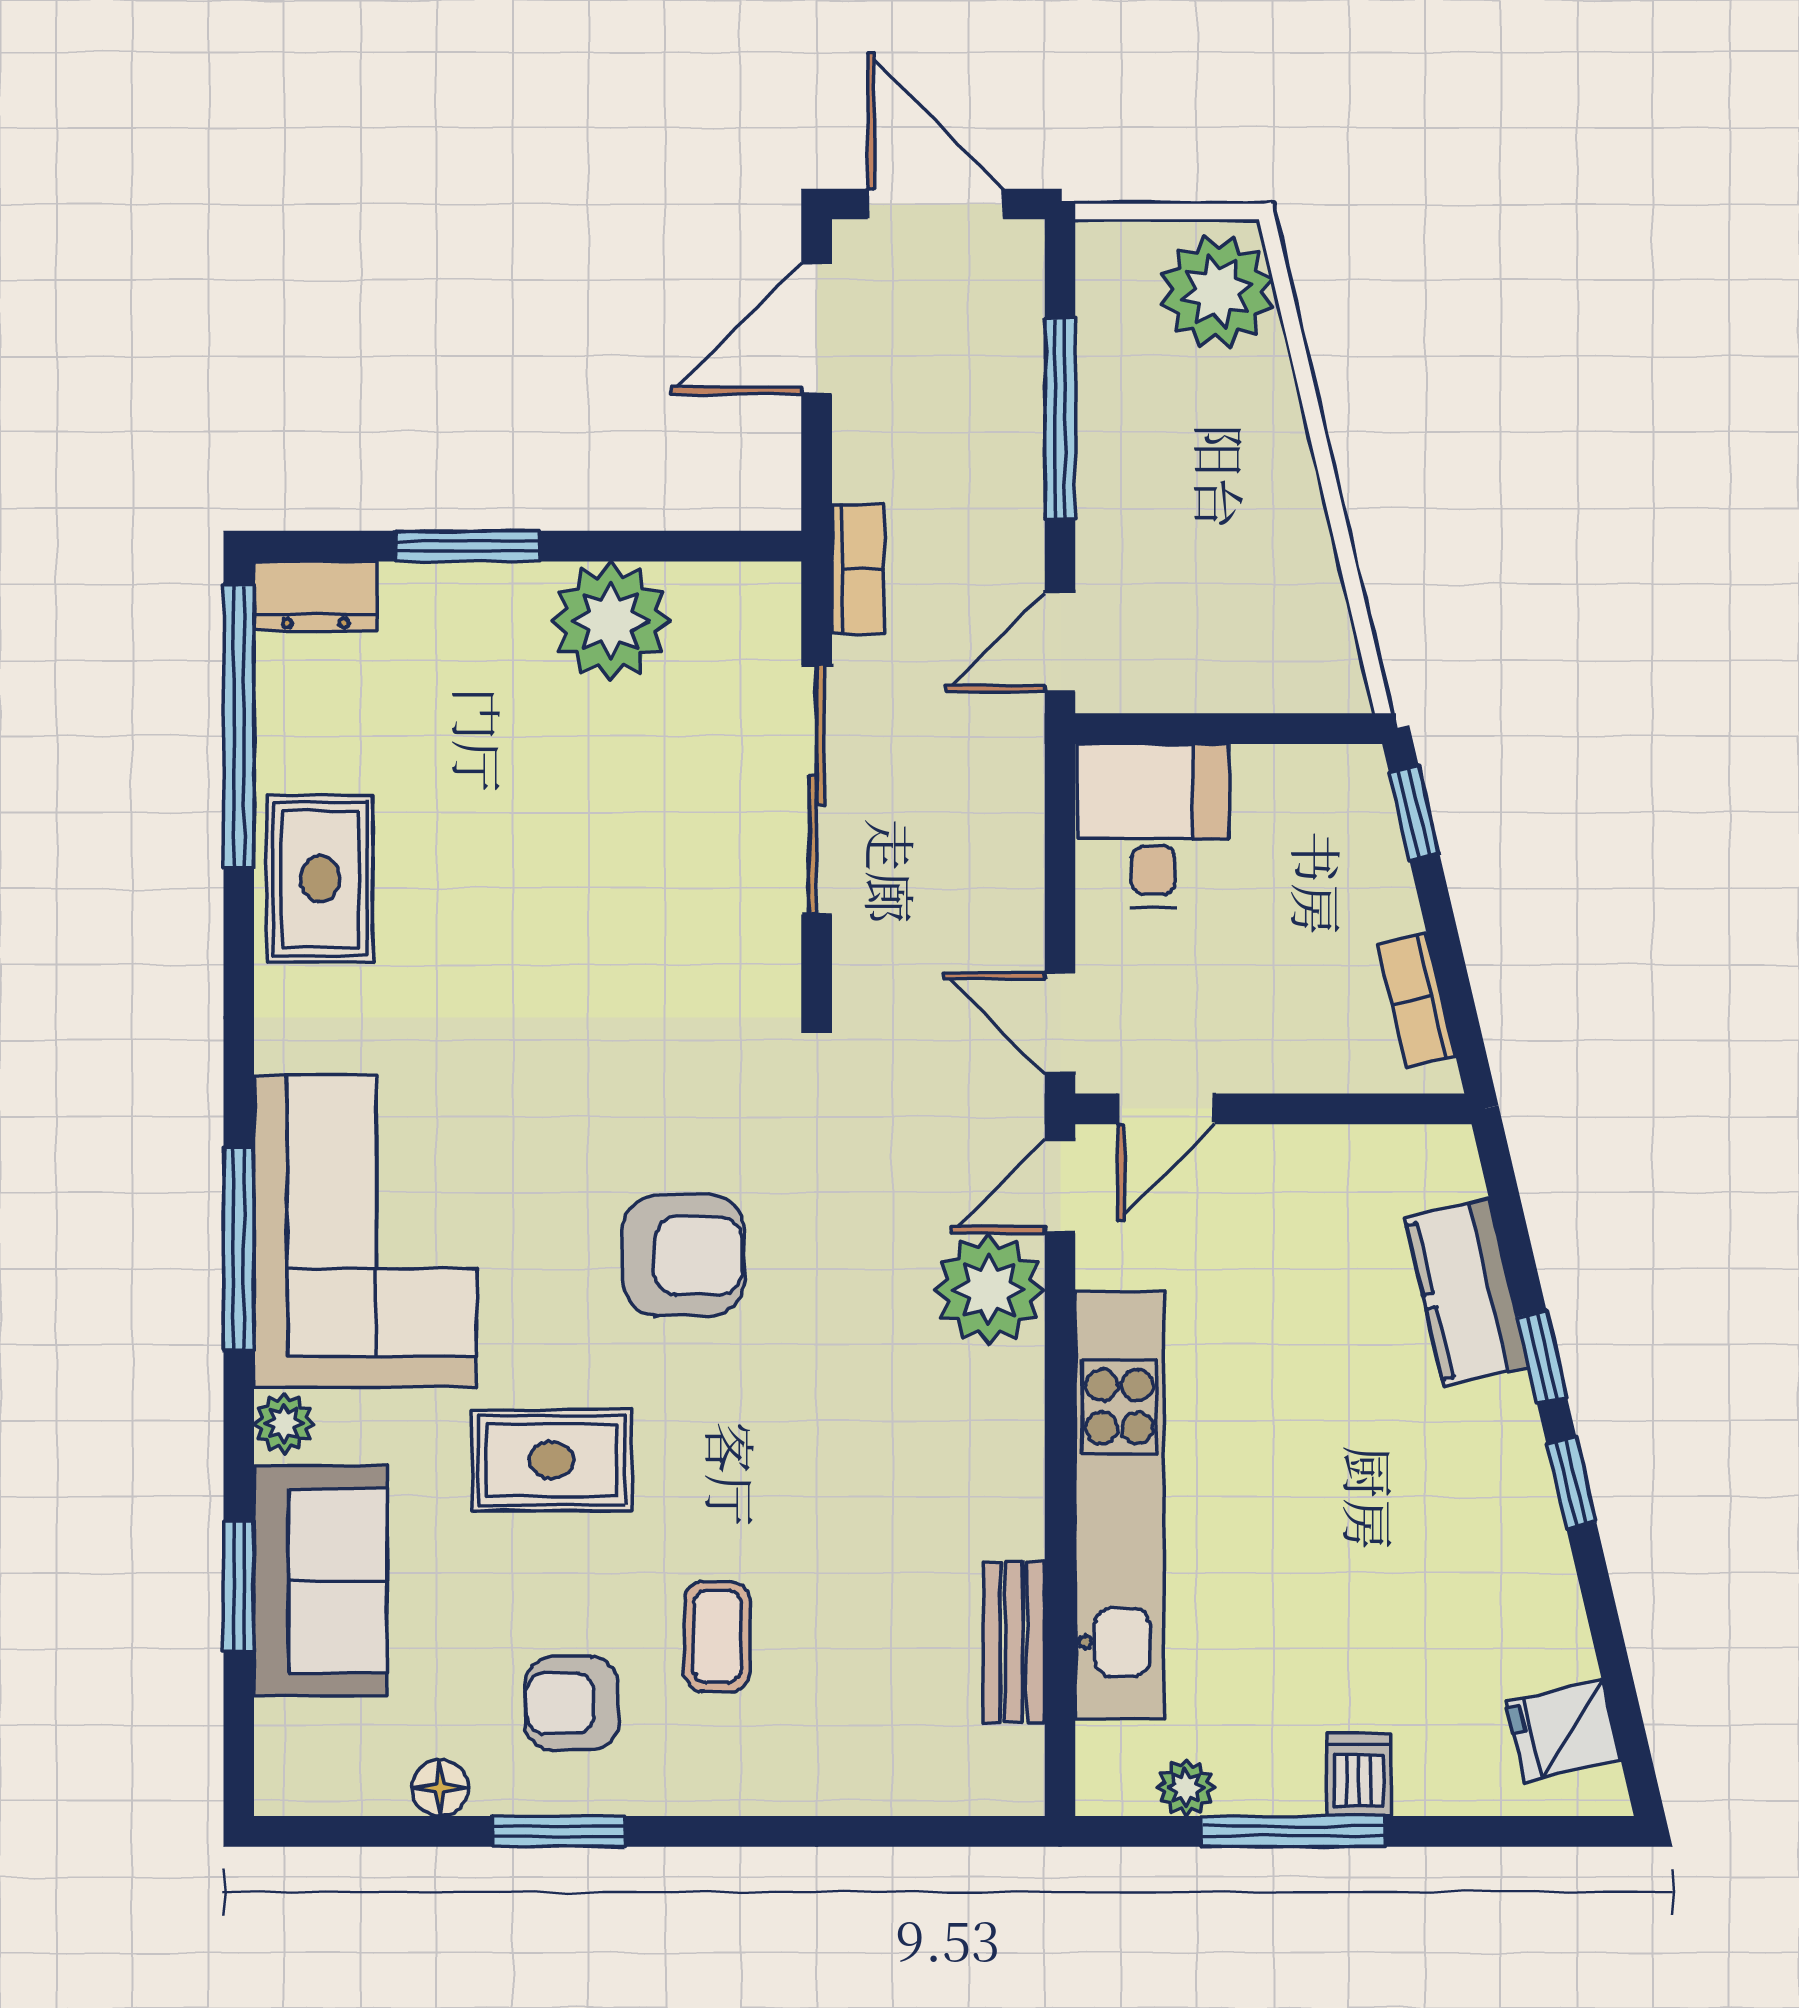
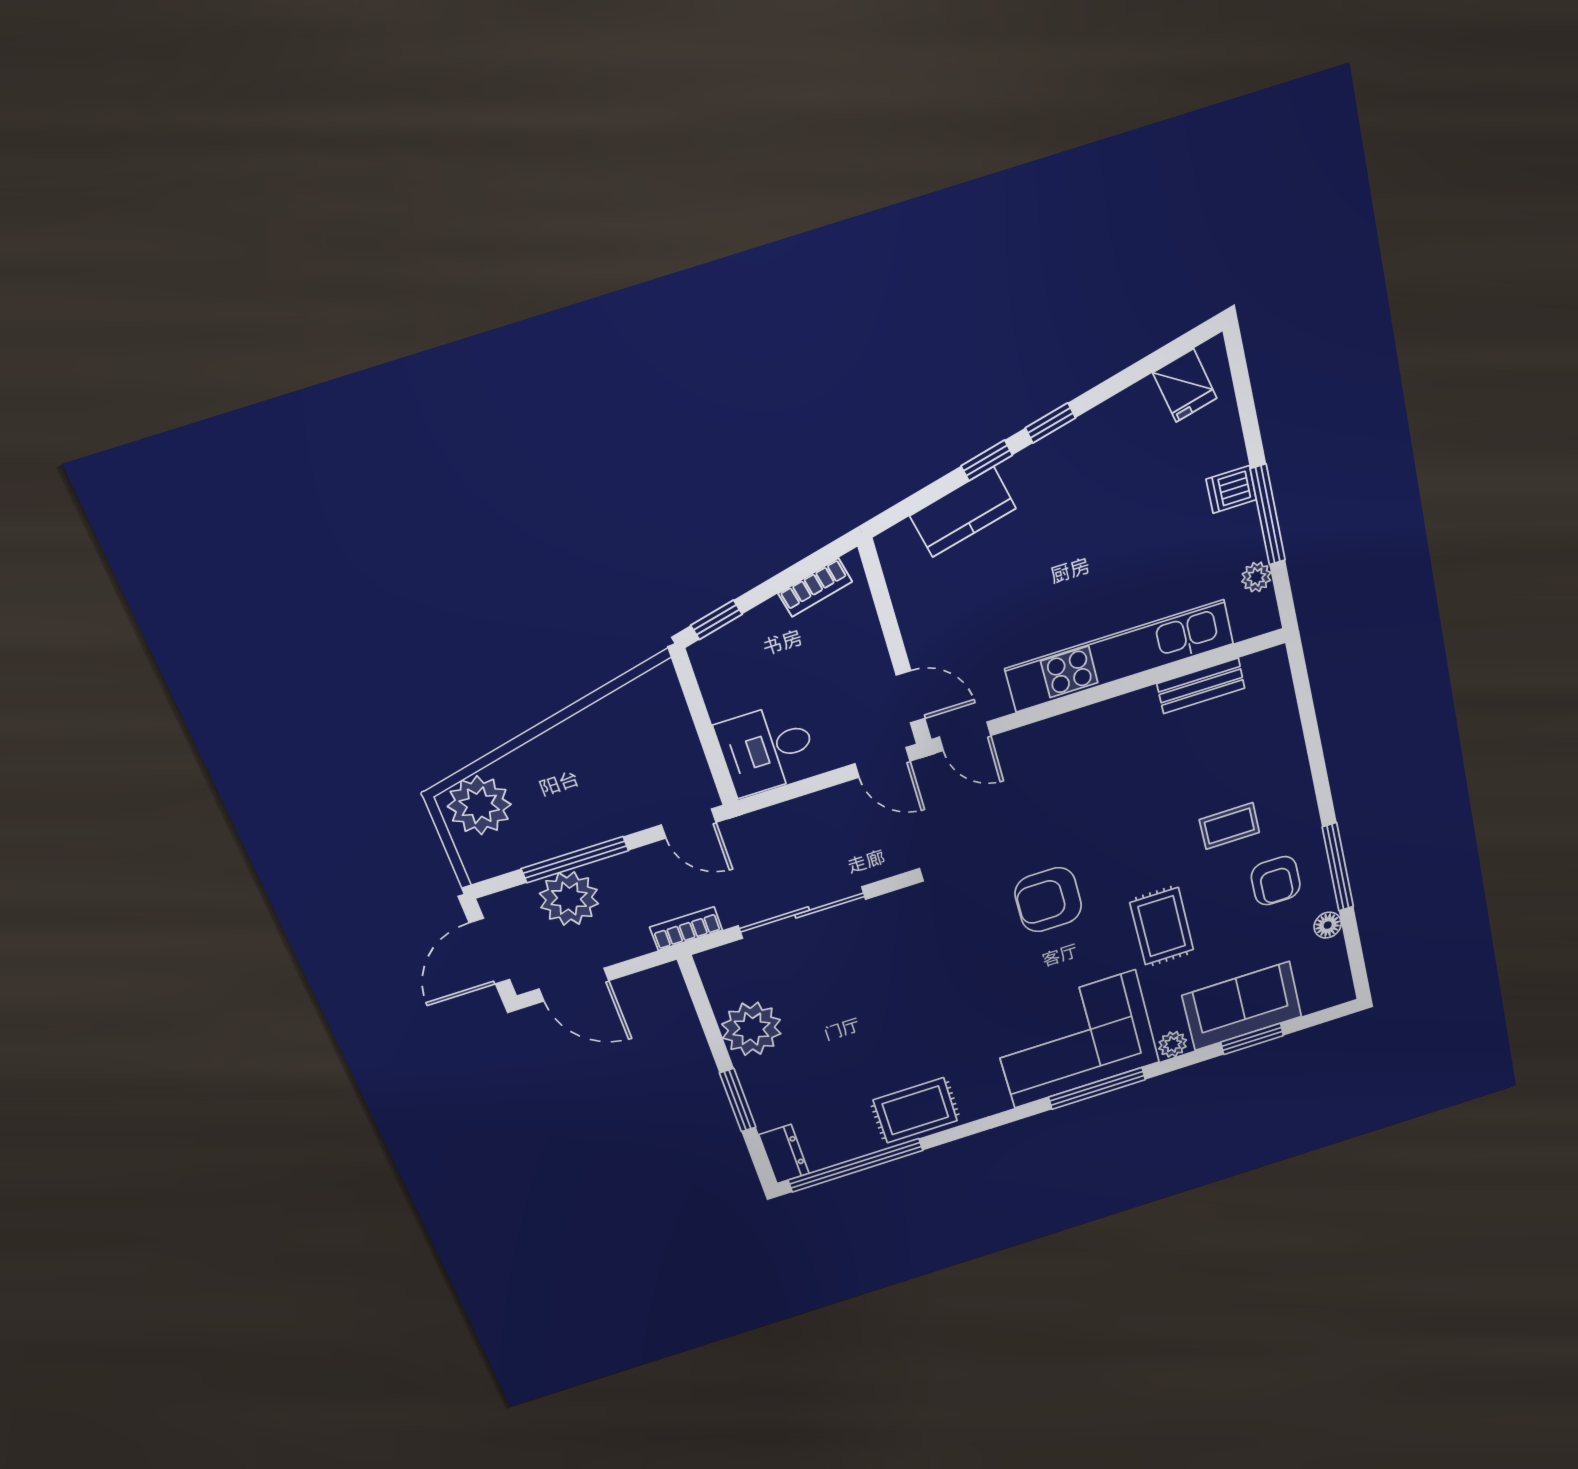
door: (1060, 1023) -> (883, 762), hinge flipped
armchair: (683, 1255) -> (1048, 900), turned -90
plant: (989, 1290) -> (569, 899), moved
window: (559, 1831) -> (1338, 867), width x1.44

